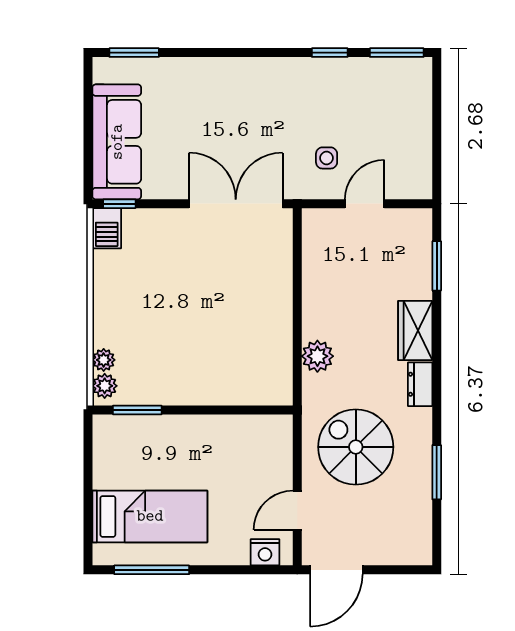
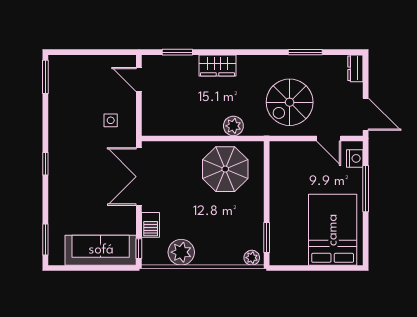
window: (330, 53) -> (45, 164), moved
door: (365, 204) -> (139, 79), moved
barbecue: (107, 228) -> (151, 225), moved, turned 90
parasol: (248, 343) -> (225, 169), added
plant: (104, 360) -> (181, 252), moved, width x1.88, depth x1.88
dresser: (420, 384) -> (355, 68), moved, turned 90
bed: (150, 516) -> (333, 230), width x1.50
window: (152, 570) -> (366, 189), moved

